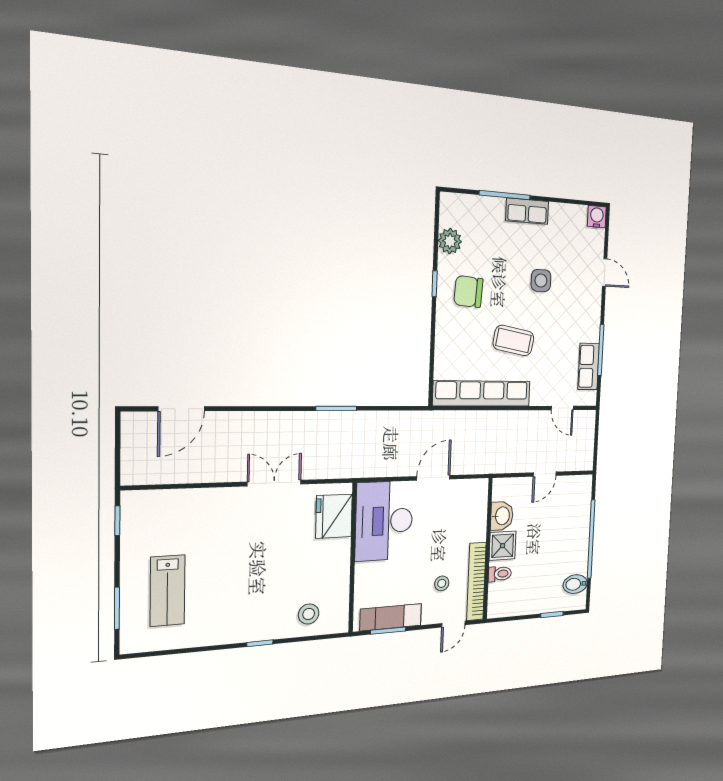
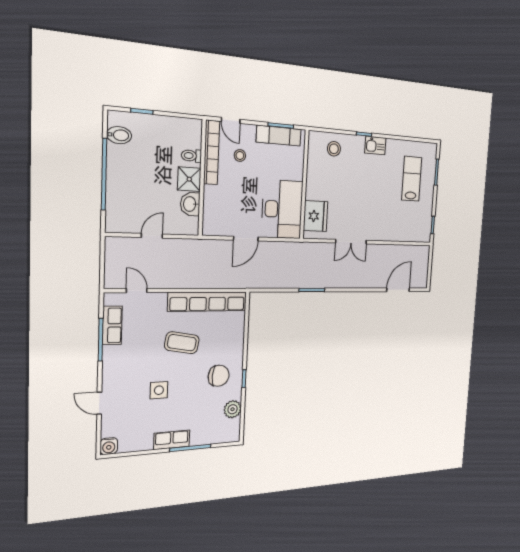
door: (453, 624) -> (231, 120), swing flipped
kitchen sink: (239, 630) -> (375, 145), added

